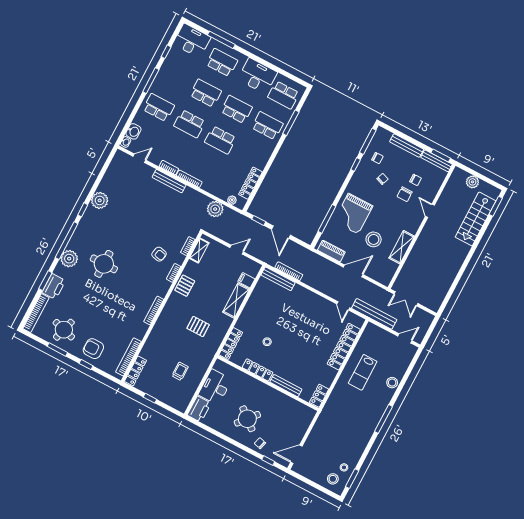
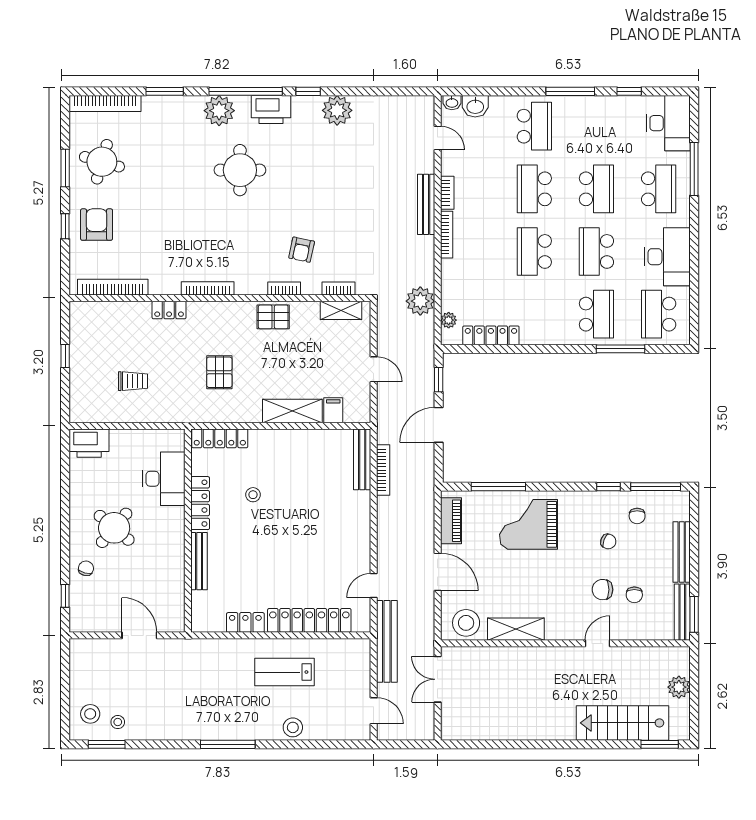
school desk: (237, 109) -> (596, 251), turned 180
stool: (374, 239) -> (466, 623), moved
printer: (54, 286) -> (271, 109), moved
locker: (135, 371) -> (169, 310), moved, width x0.66
desk: (215, 387) -> (164, 479), moved, turned 90
locker: (319, 396) -> (245, 622), moved
door: (296, 454) -> (139, 635), moved

